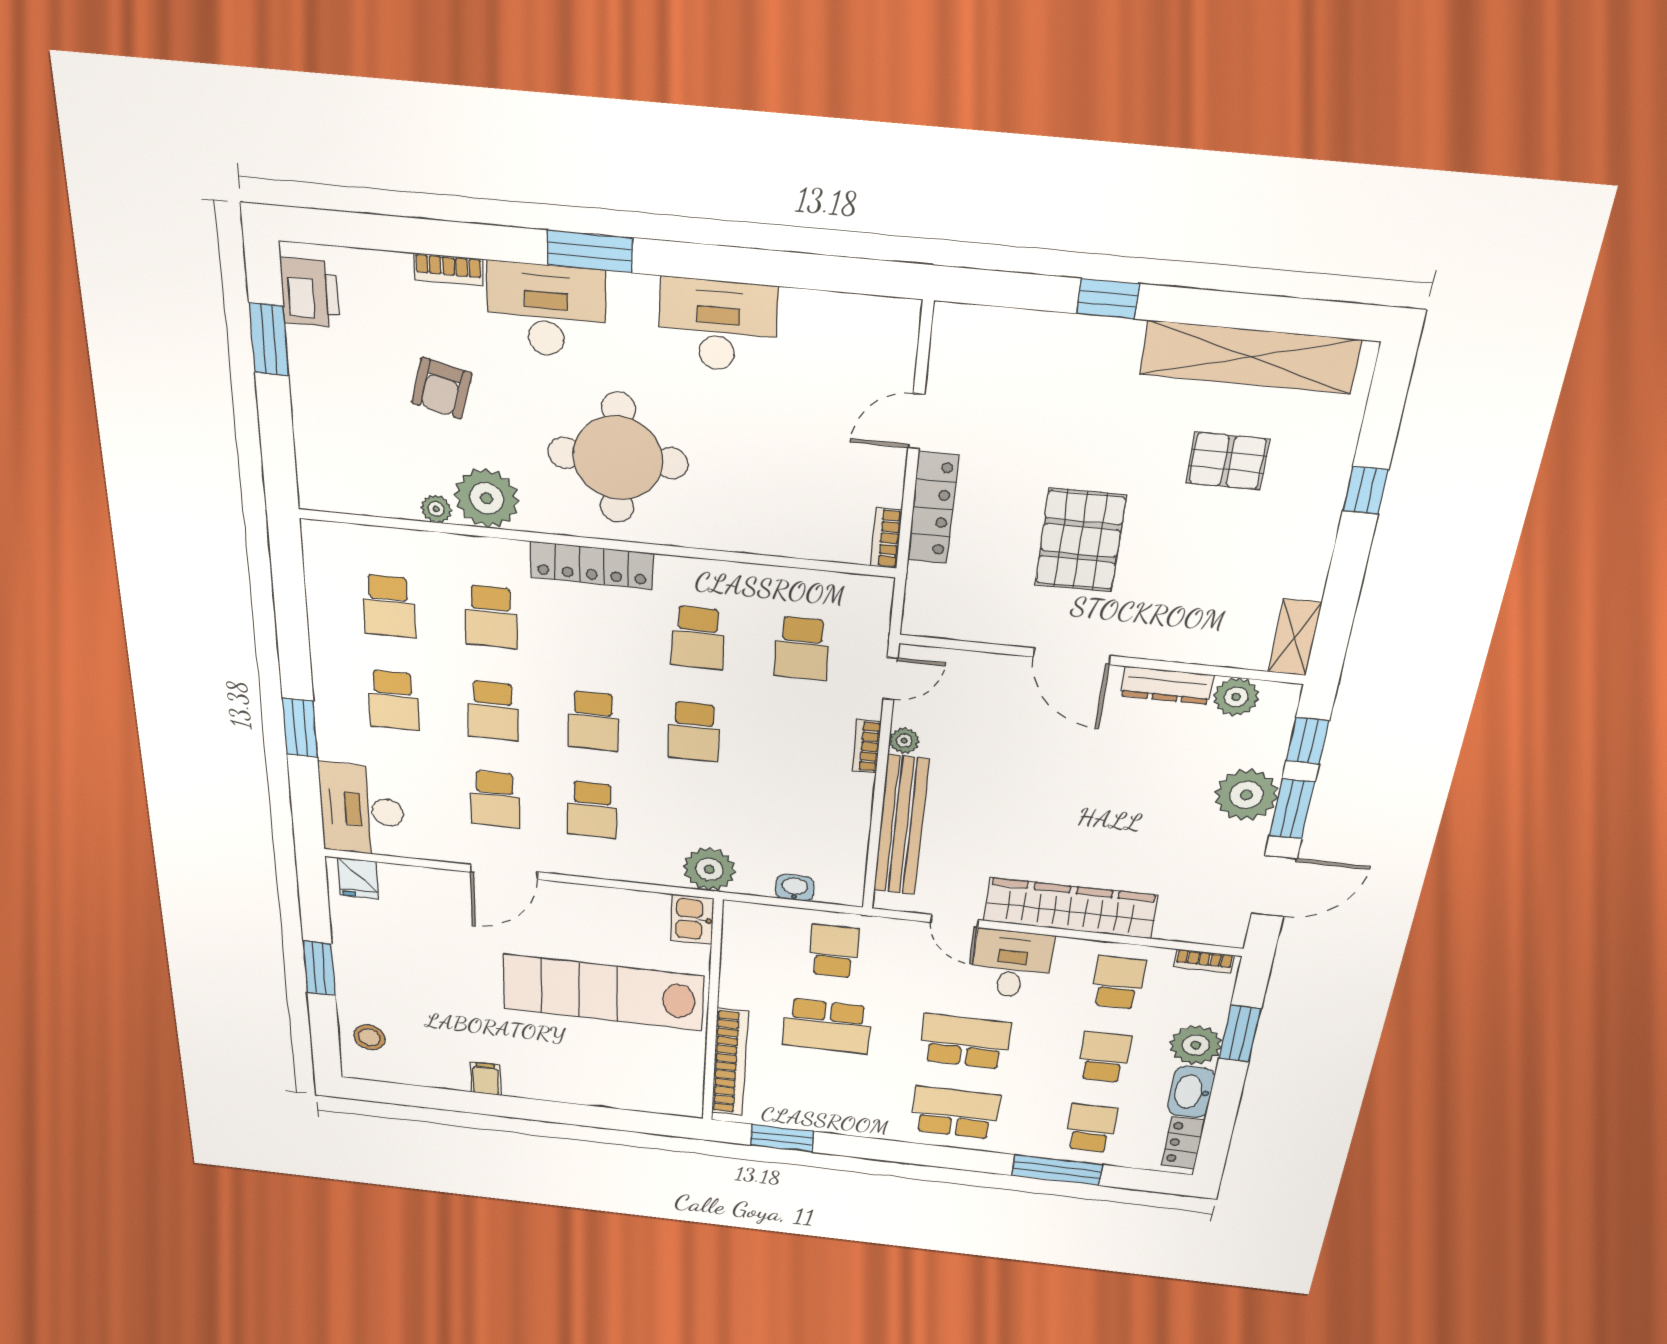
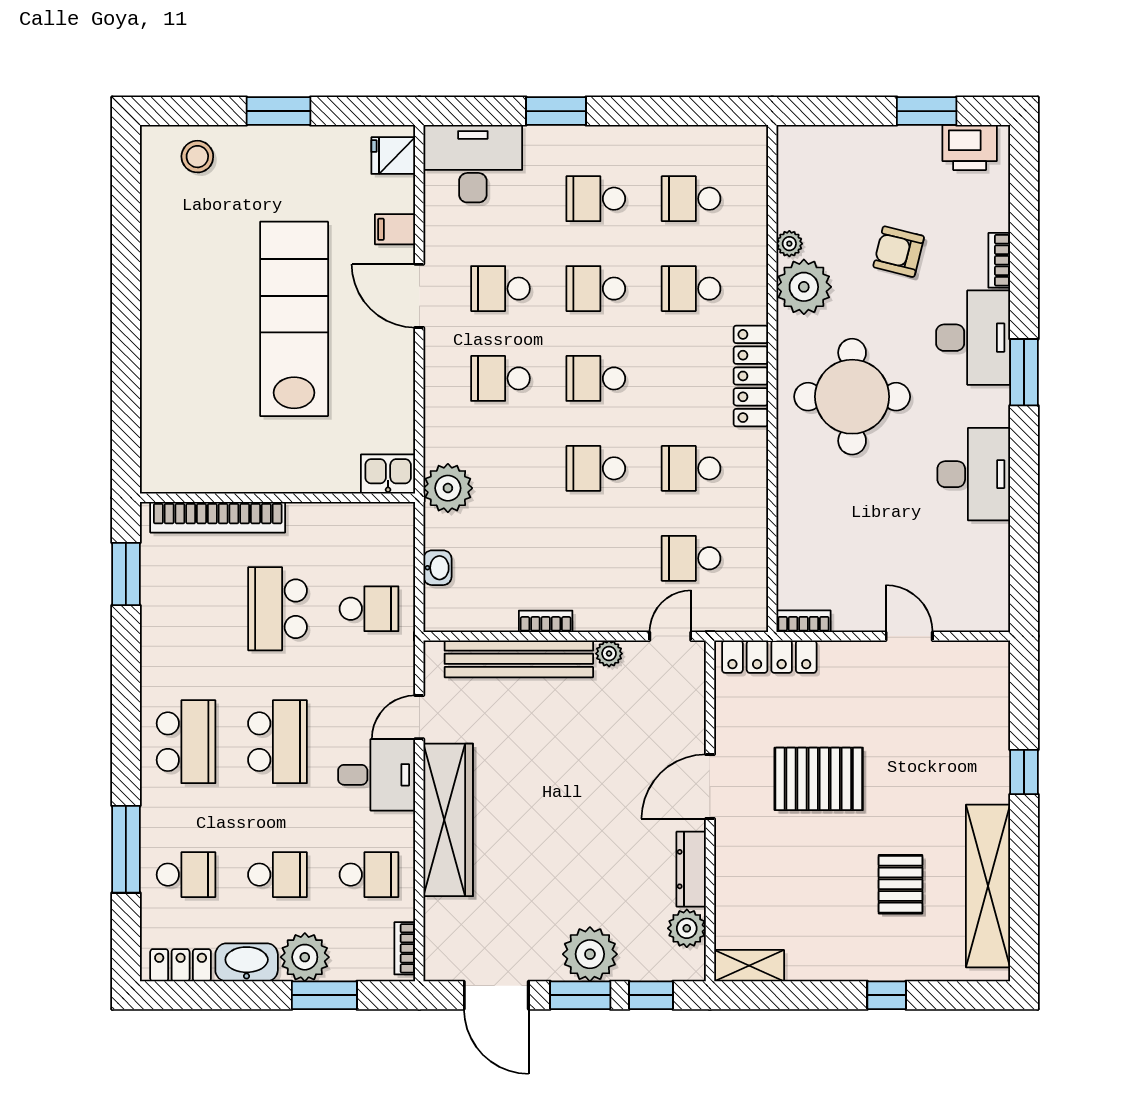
locker: (933, 508) -> (769, 657), moved
door: (890, 678) -> (670, 636), swing flipped
bookcase: (867, 746) -> (546, 621), moved
lab bench: (603, 992) -> (294, 319), moved
filing cabinet: (486, 1079) -> (395, 229), moved, turned 180

